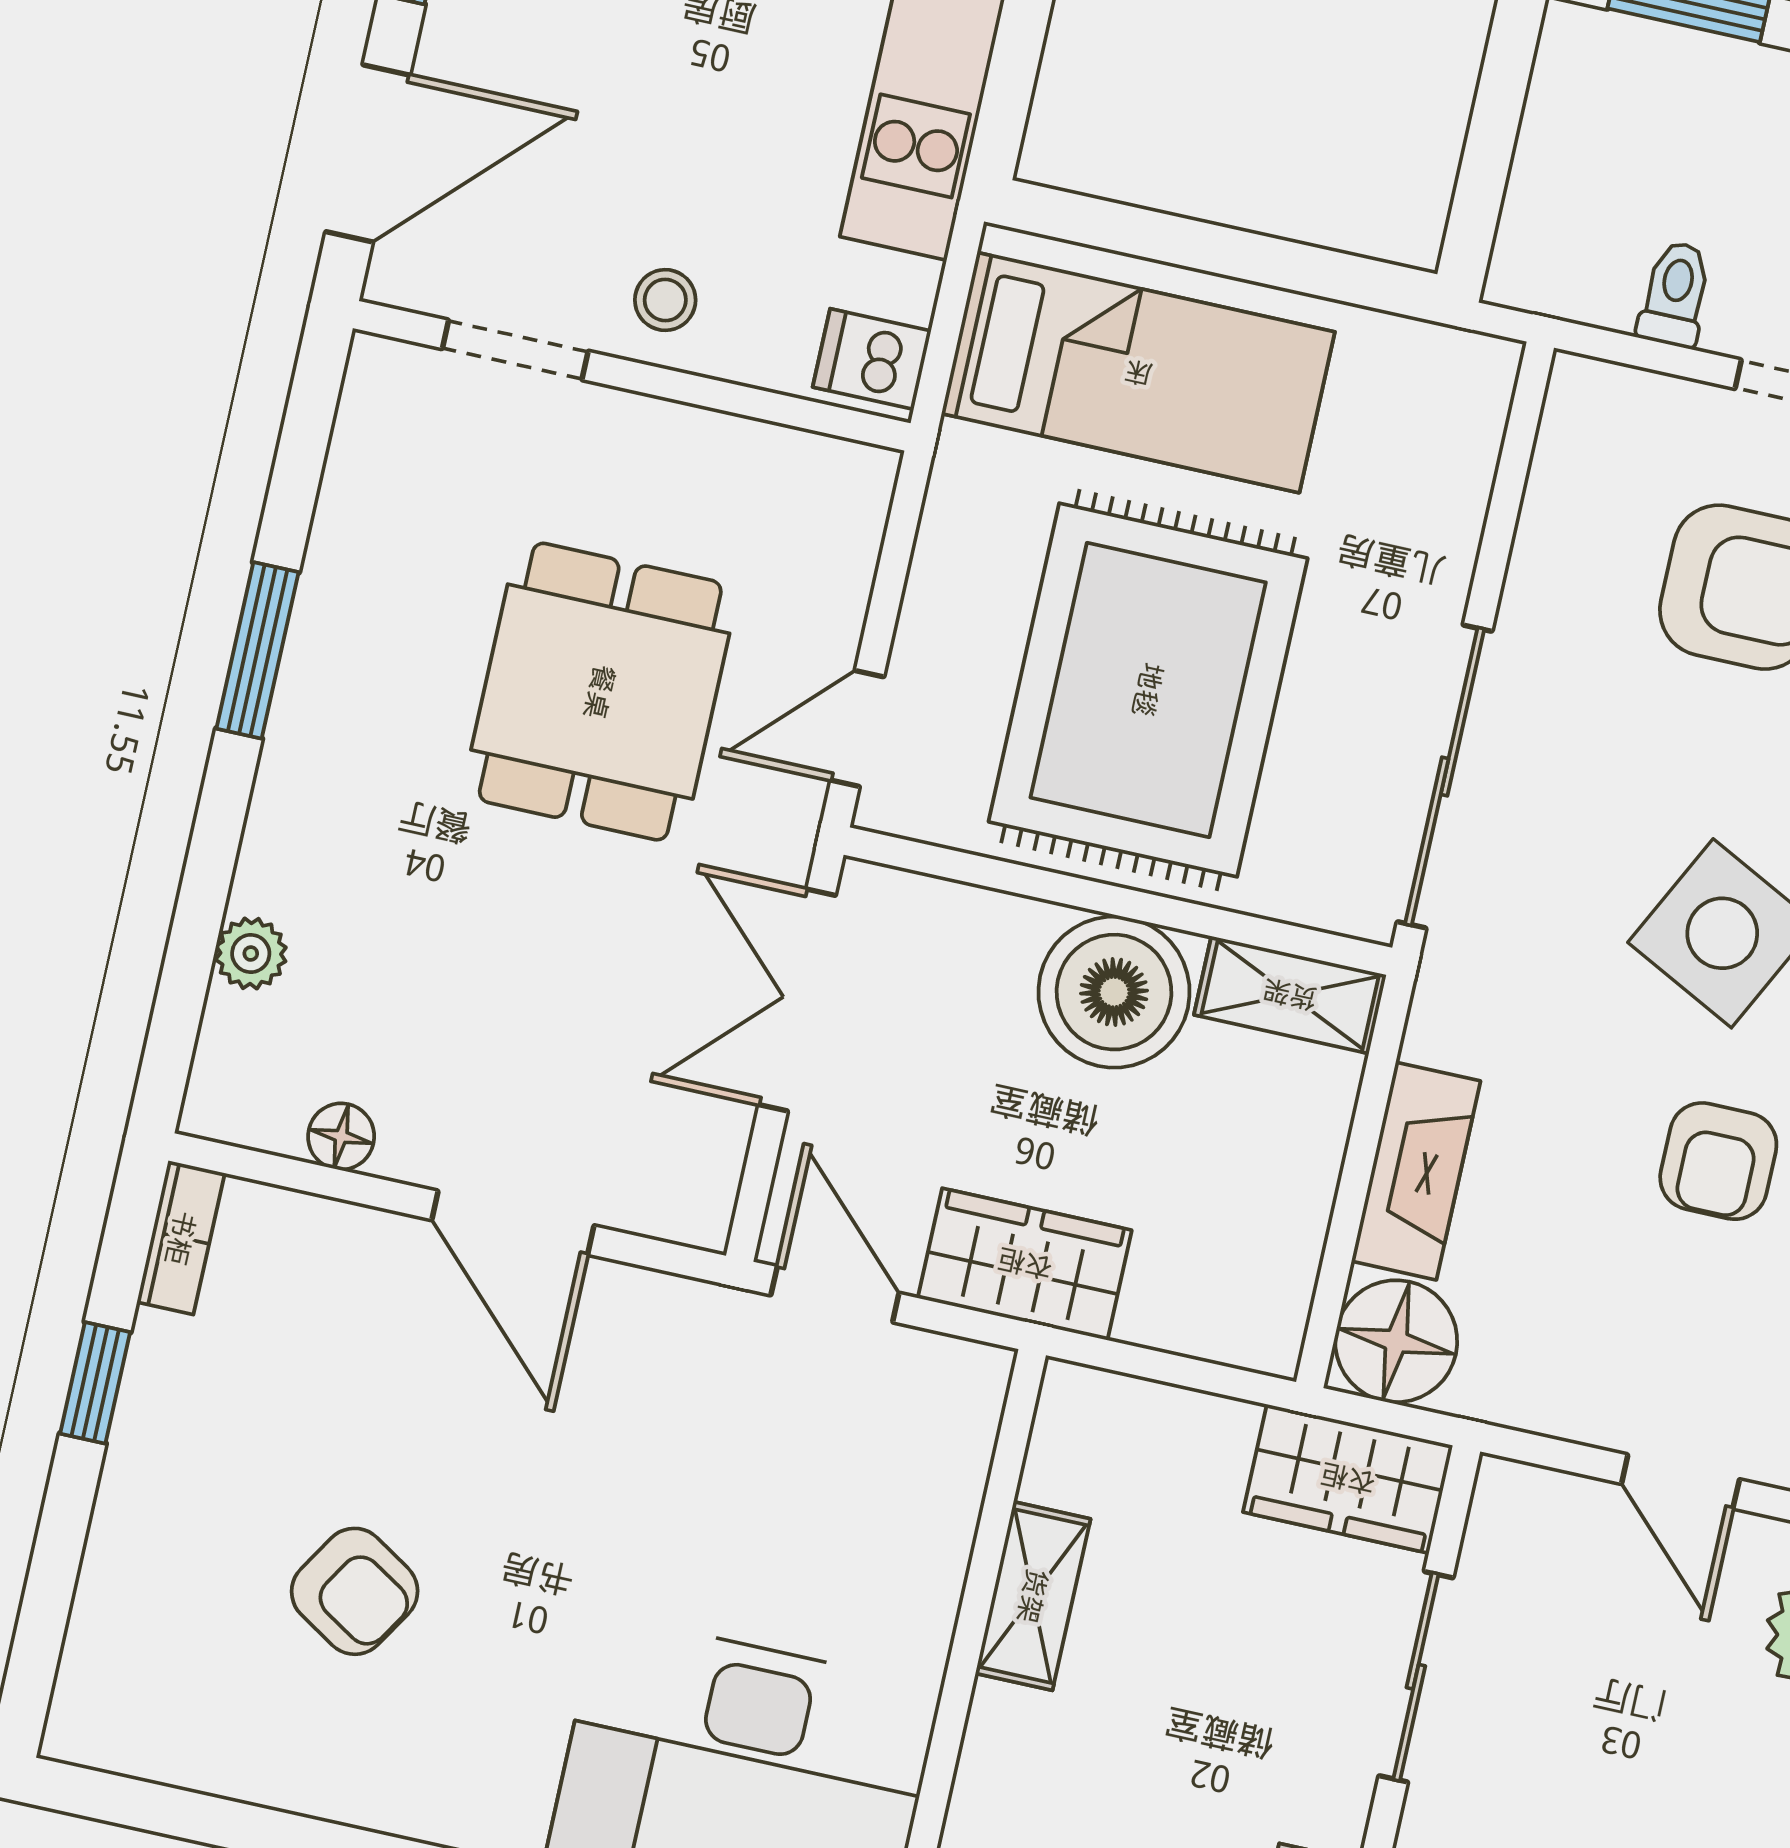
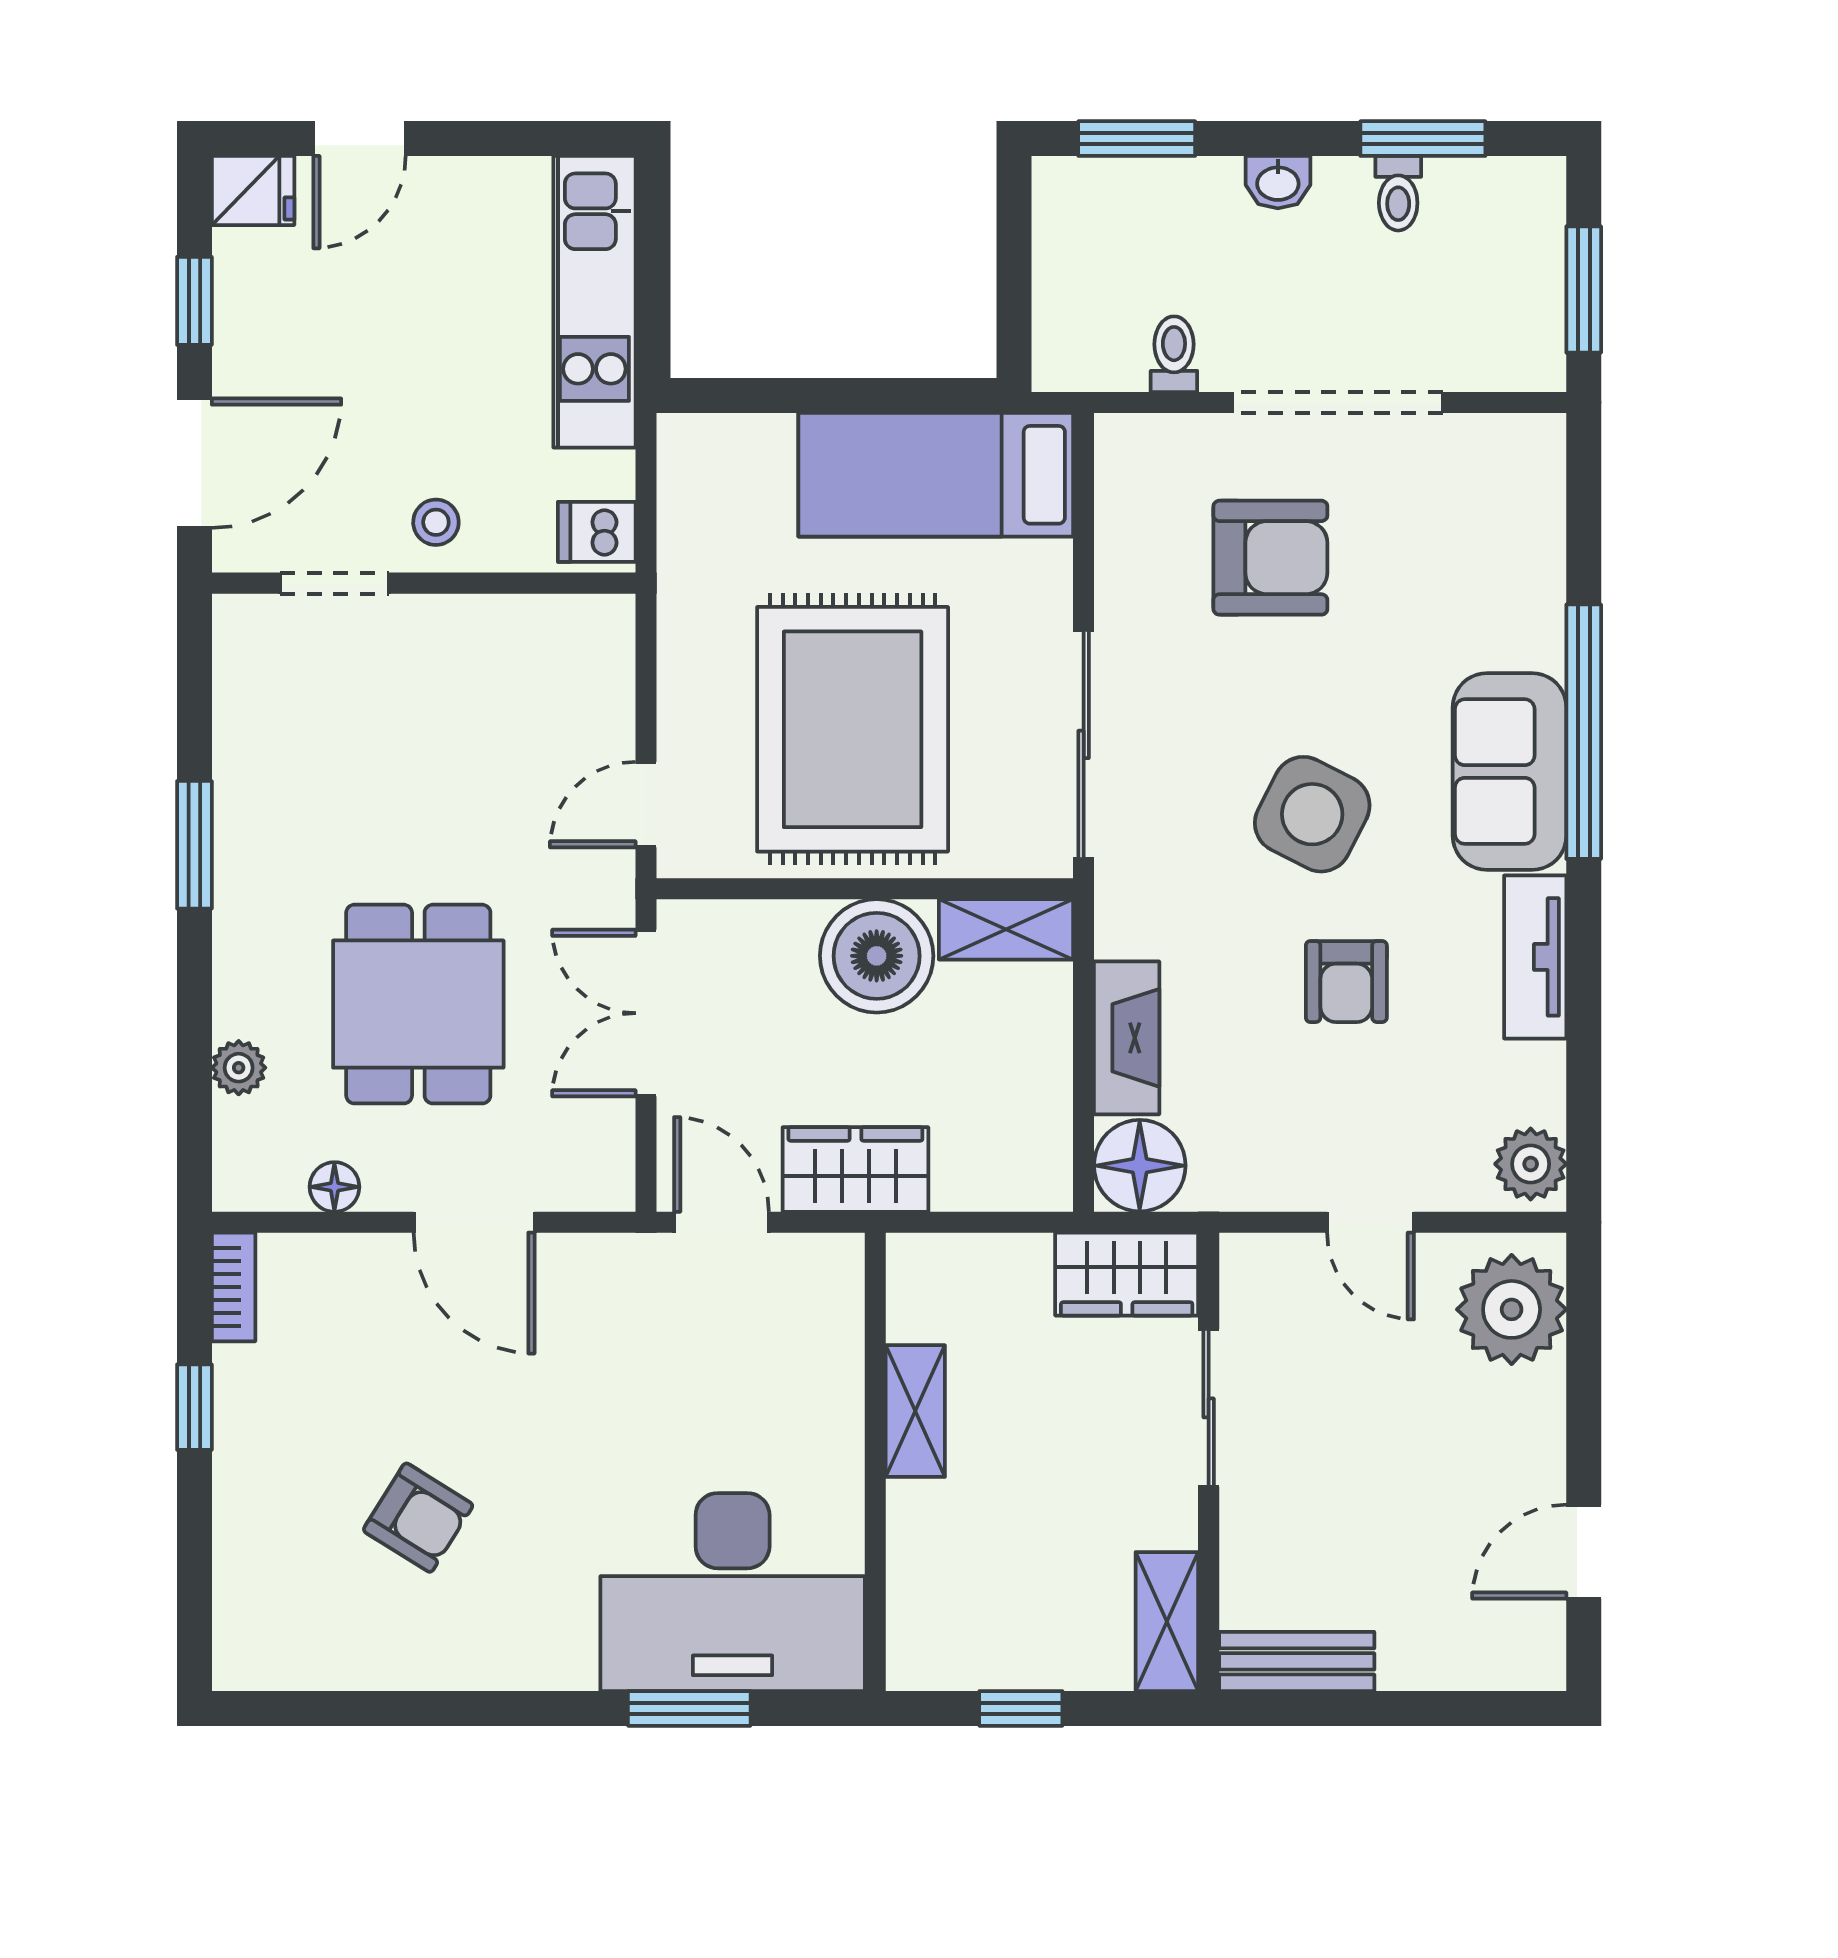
bed: (1138, 373) -> (936, 475), moved, turned 180
dining table: (600, 692) -> (418, 1004), moved

